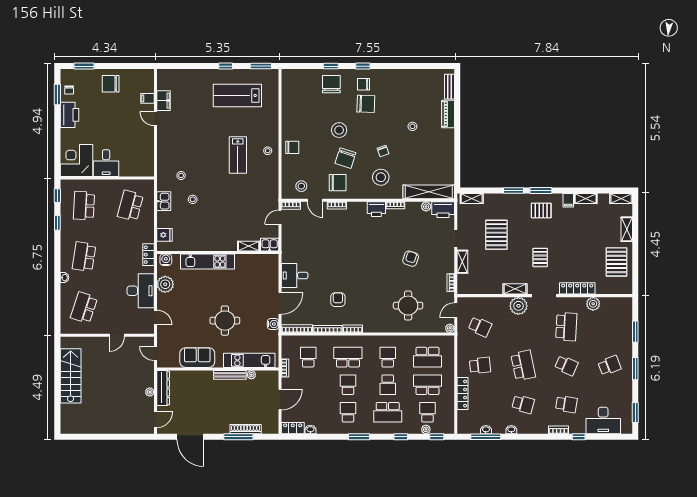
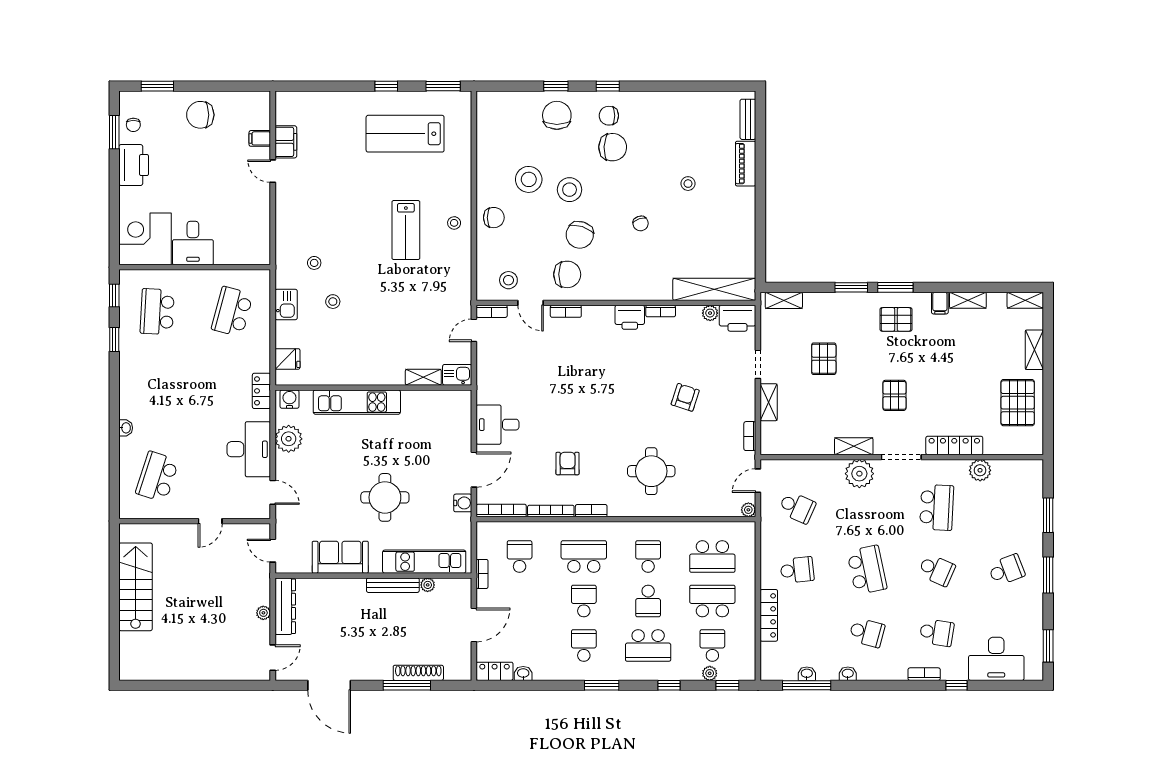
stool: (381, 177) -> (529, 179), moved
pallet: (496, 235) -> (824, 359), width x0.67, depth x0.71
school desk: (84, 257) -> (157, 394), removed
round table: (408, 306) -> (651, 471), moved

